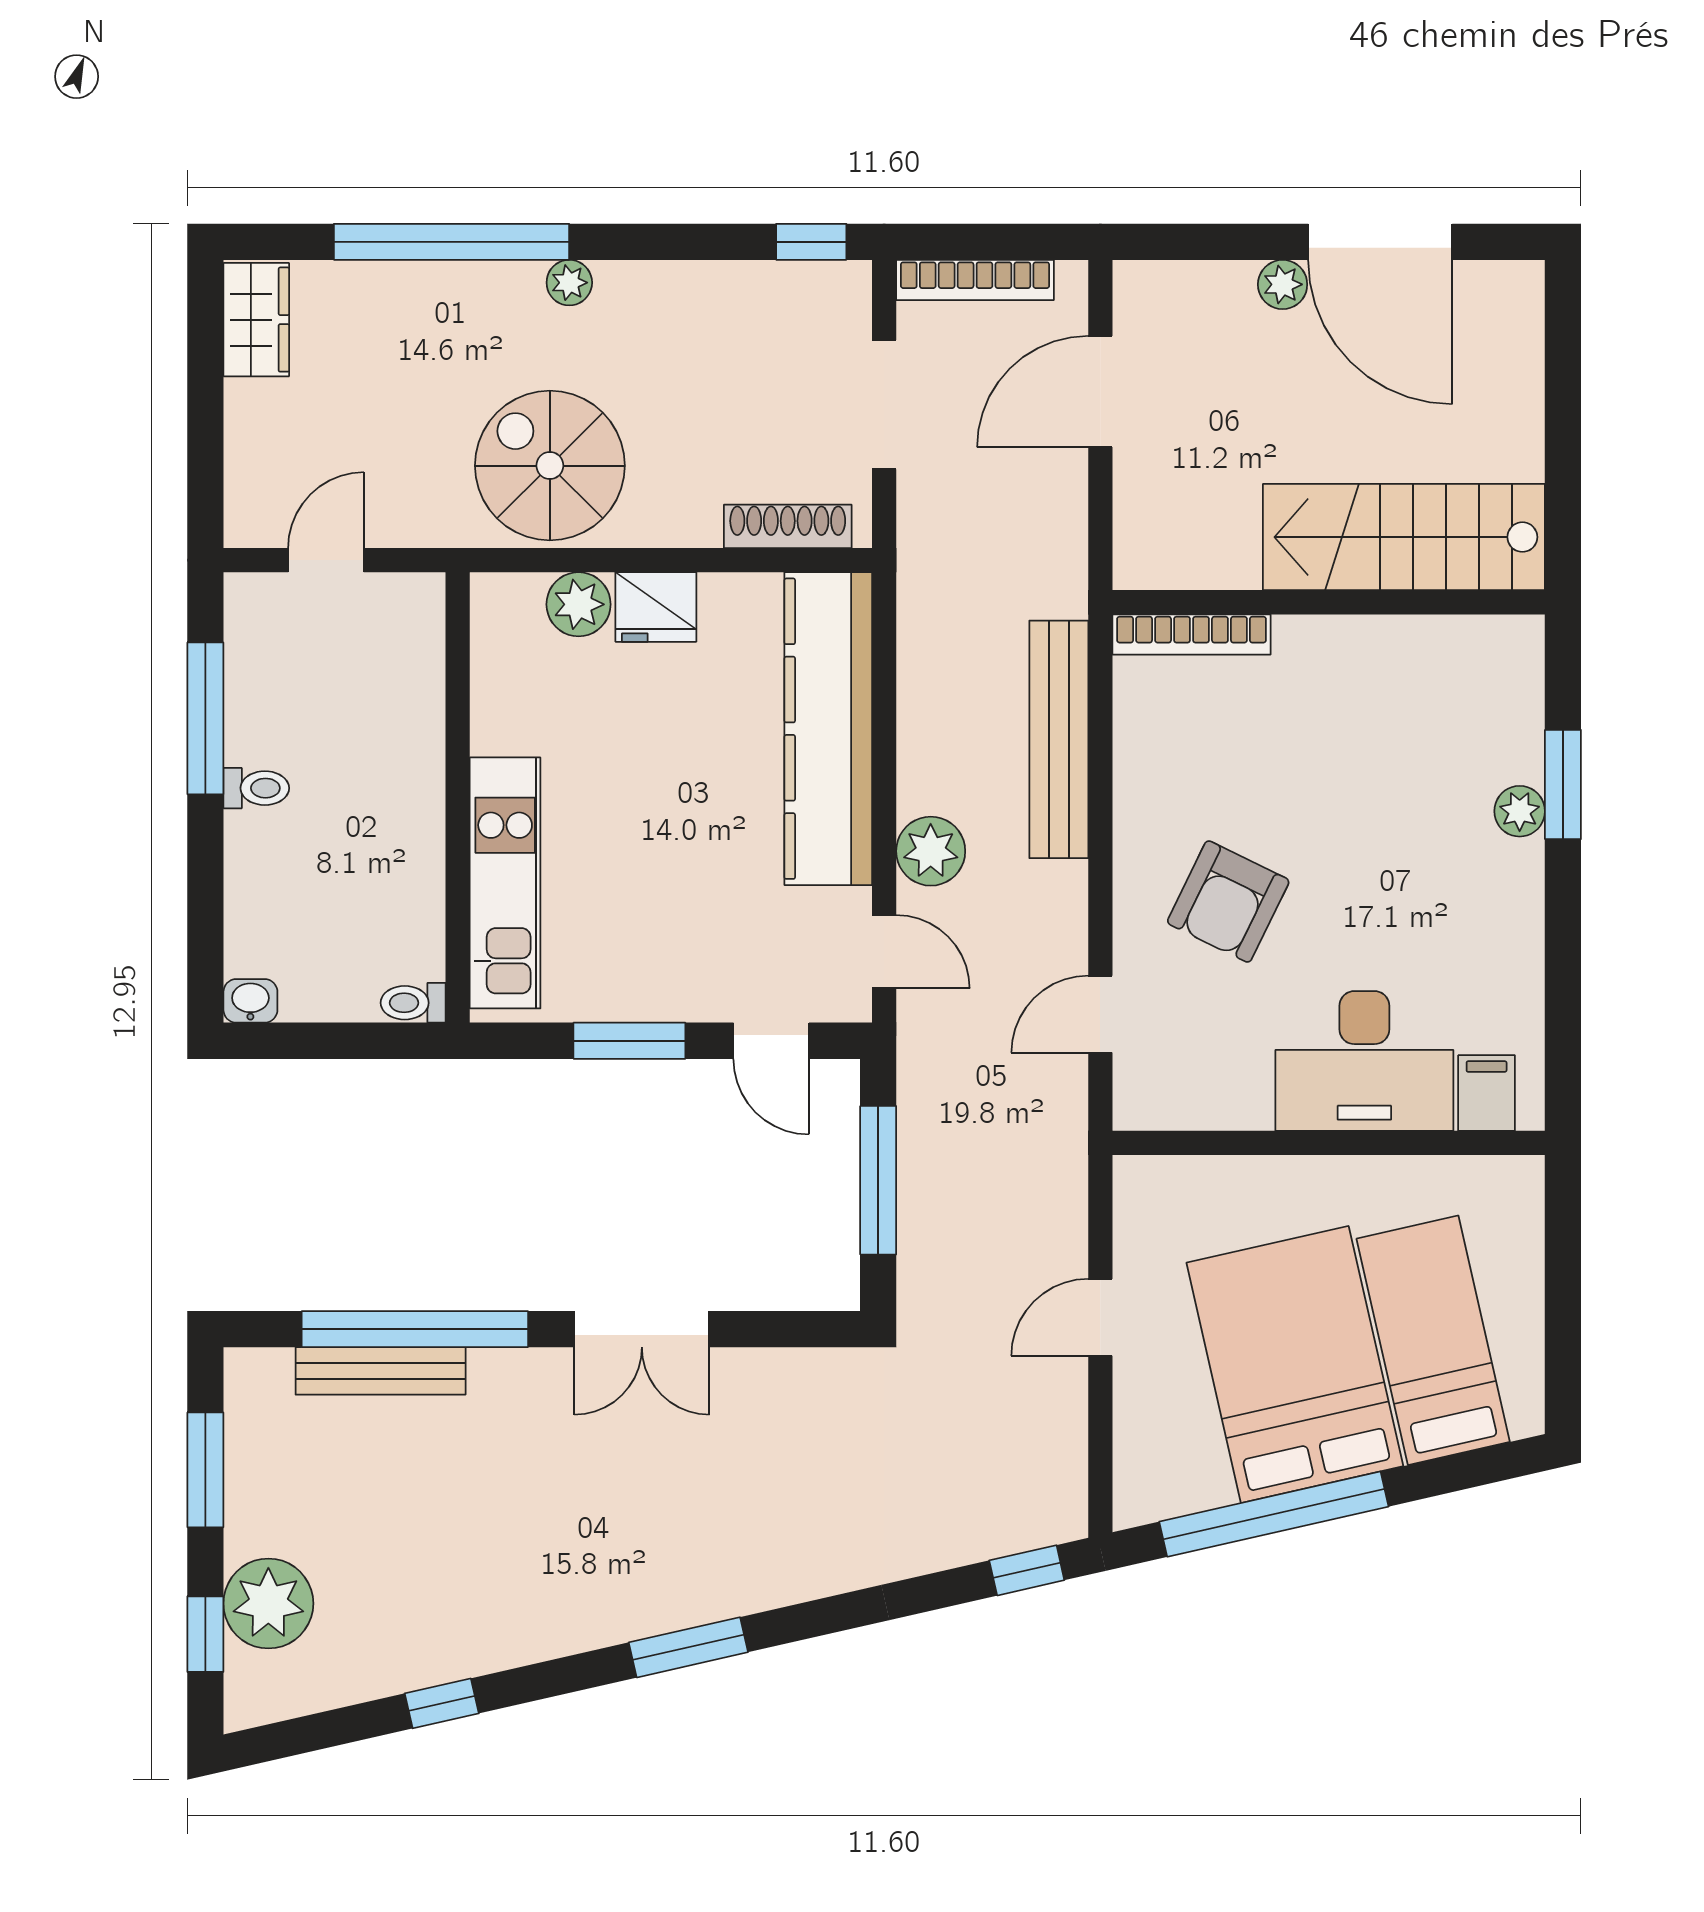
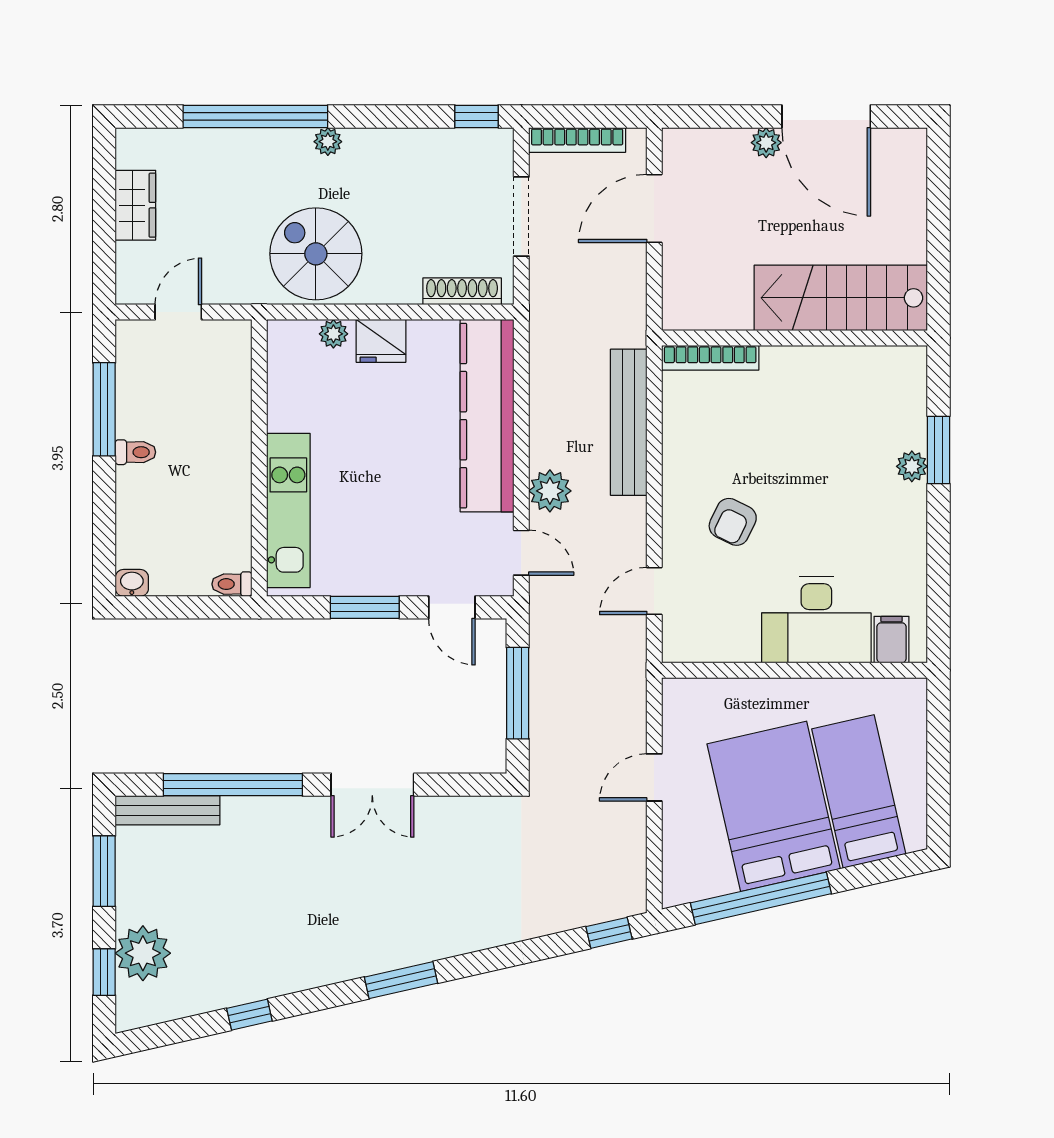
wardrobe: (256, 320) -> (135, 205), moved
plant: (579, 604) -> (333, 334), width x0.73, depth x0.73
armchair: (1228, 902) -> (733, 522), width x0.72, depth x0.72
bench: (381, 1371) -> (168, 810), moved

